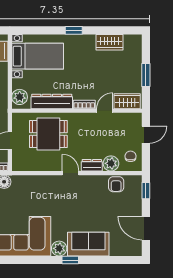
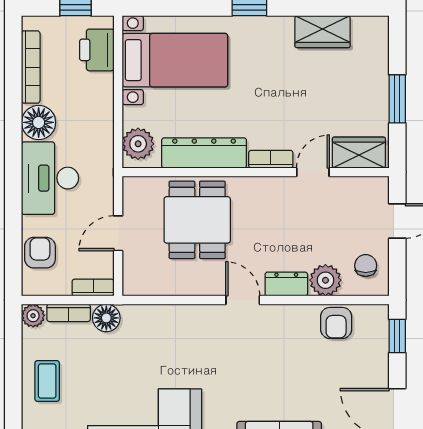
dining table: (48, 134) -> (197, 220), turned 90

